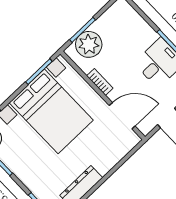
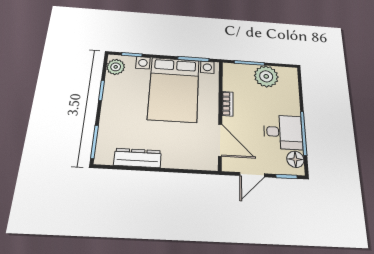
plant: (89, 44) -> (266, 76), moved

